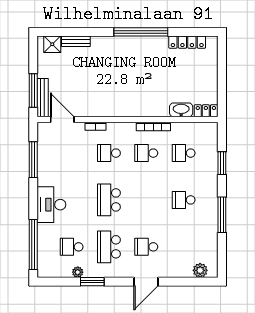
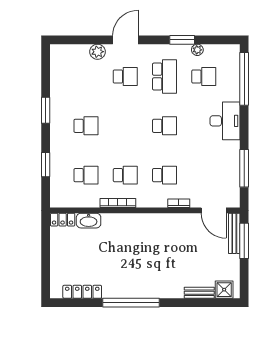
school desk: (109, 200) -> (165, 126), width x0.54
window: (222, 215) -> (46, 110), width x0.69
plant: (200, 270) -> (98, 52), moved

